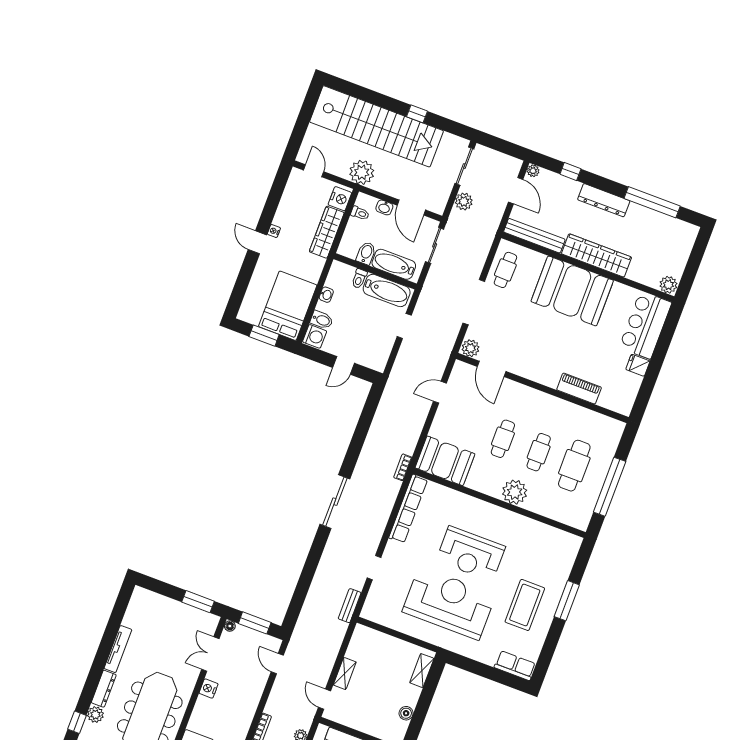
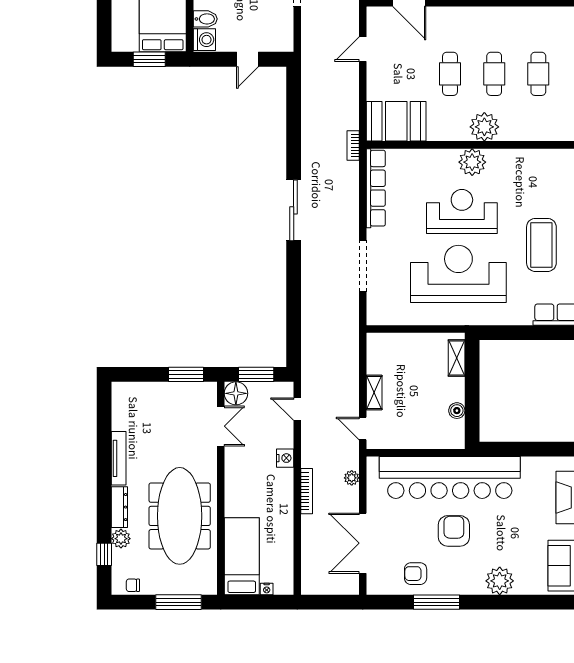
cafe table: (574, 466) -> (538, 74), width x0.73, depth x0.74
plant: (494, 517) -> (472, 162), added
reception desk: (471, 554) -> (462, 211), turned 180
doorway: (374, 568) -> (363, 266), width x1.88
bench: (350, 606) -> (352, 317), removed
floor lamp: (230, 626) -> (236, 393), width x1.89, depth x1.89
double door: (210, 654) -> (221, 426), swing flipped
nightstand: (209, 689) -> (285, 458), moved, turned 180

